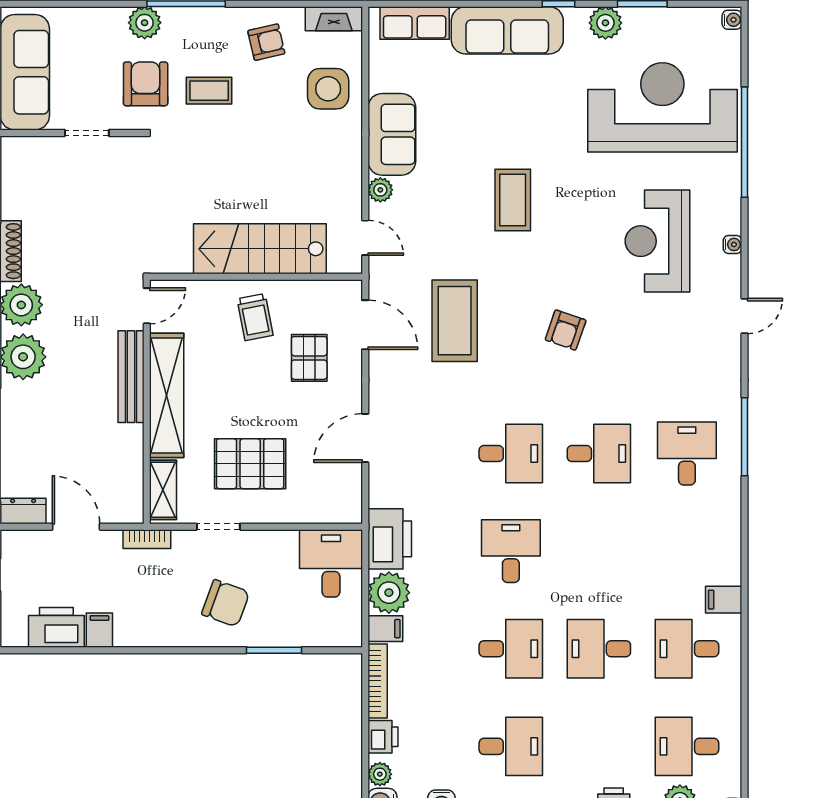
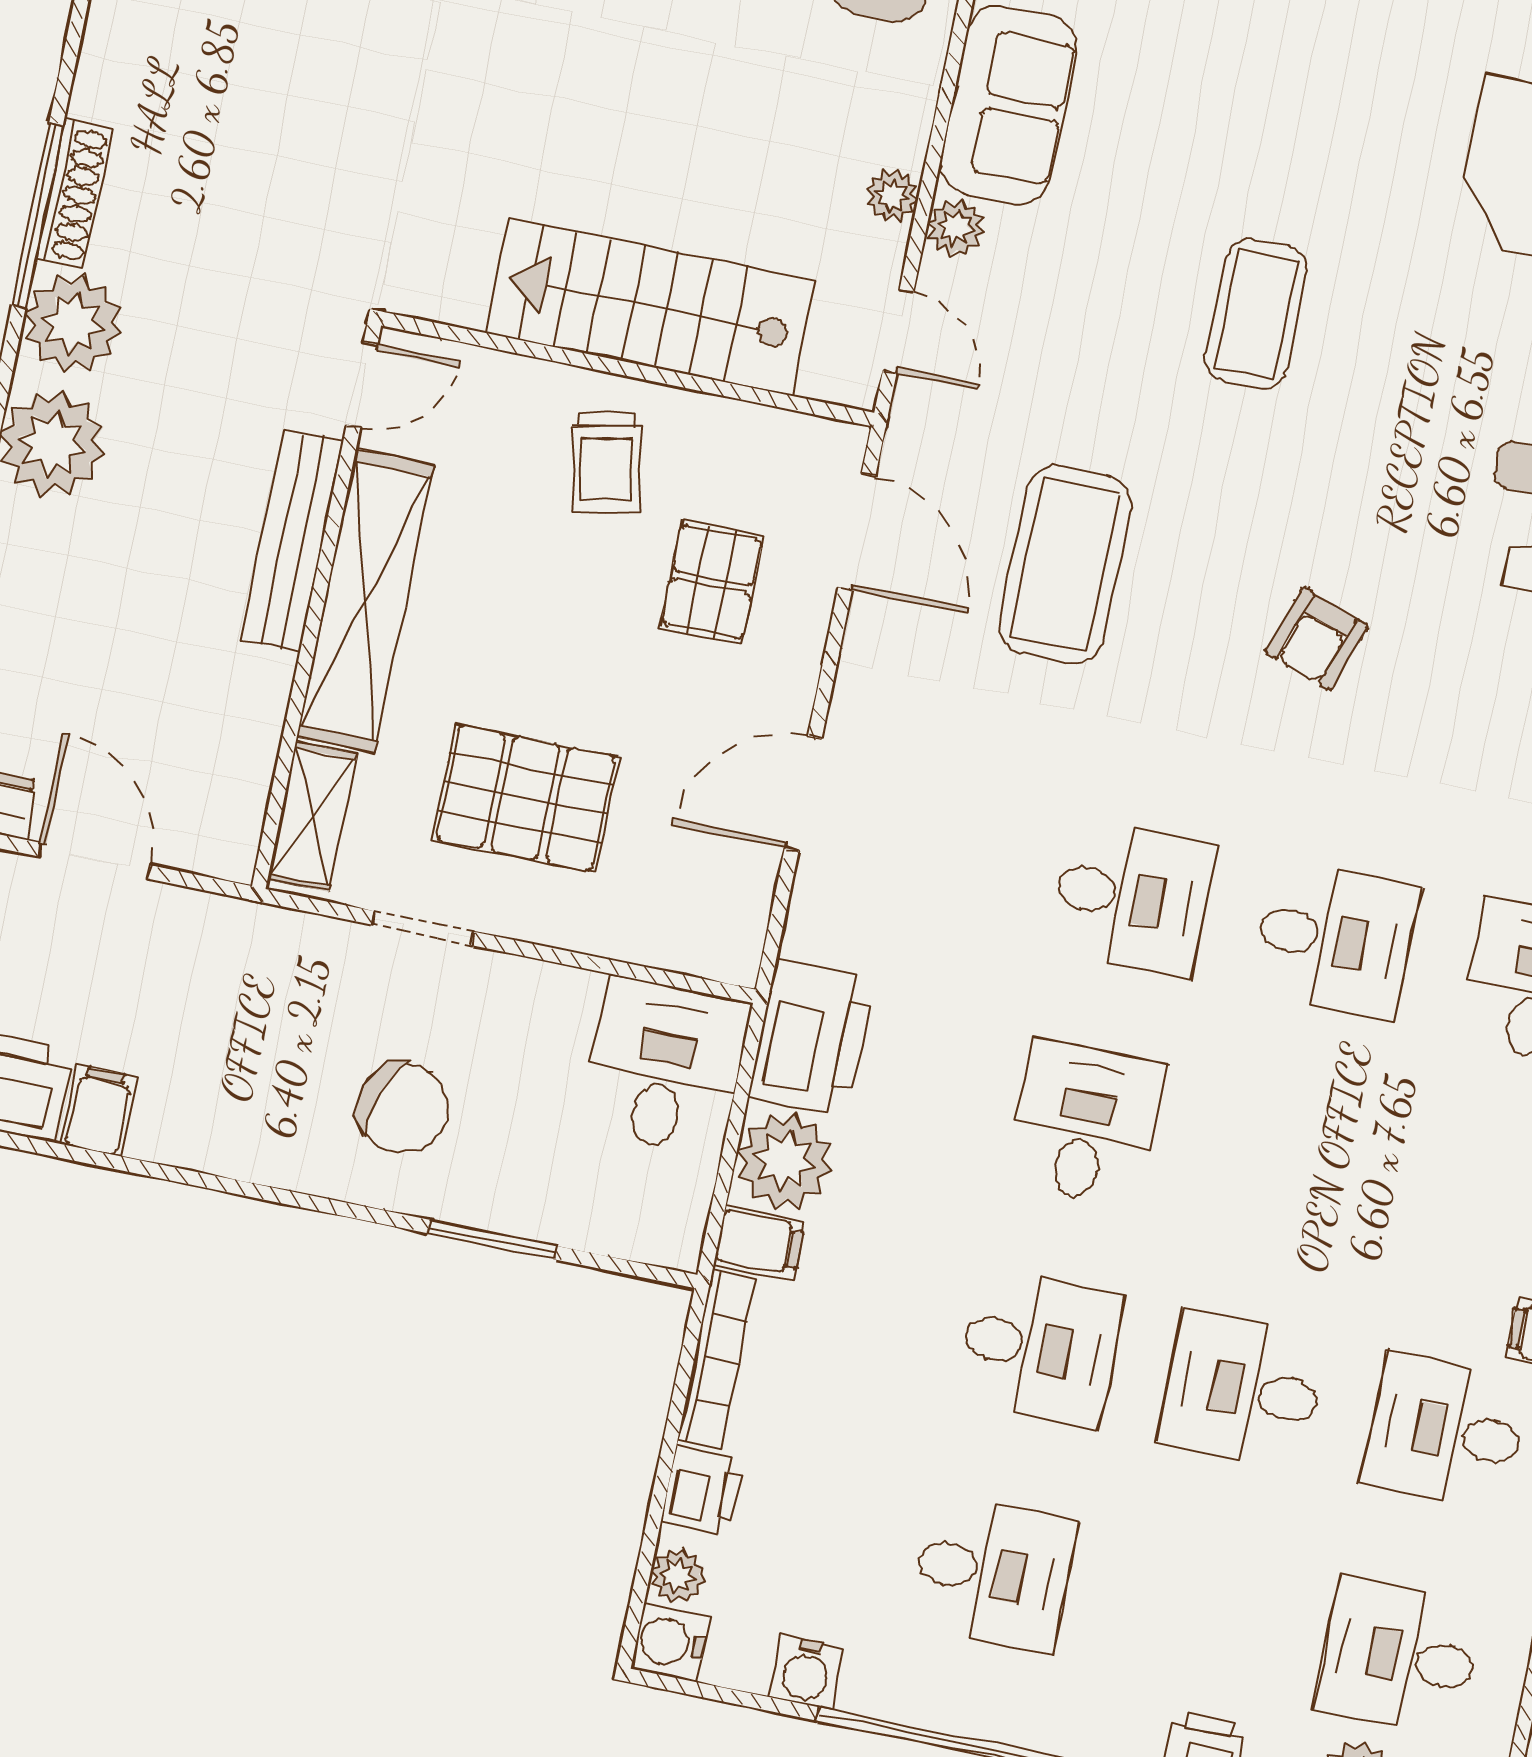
plant: (351, 182) -> (892, 195), added
bookcase: (147, 539) -> (252, 923), removed

